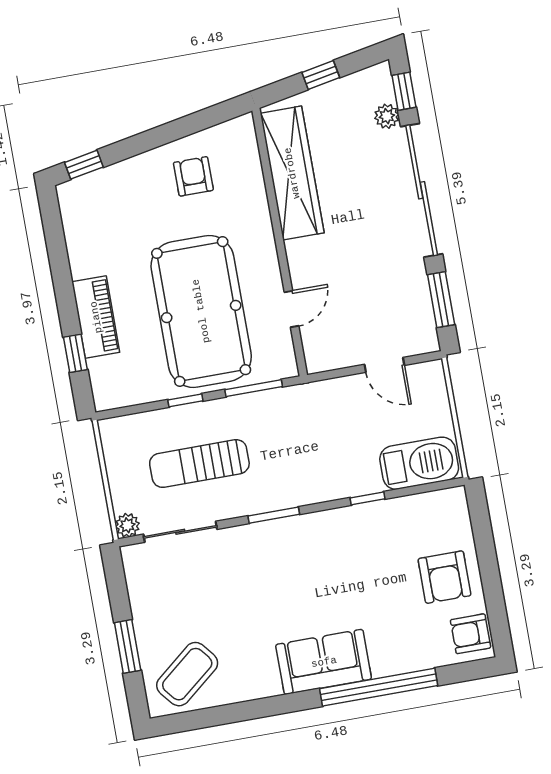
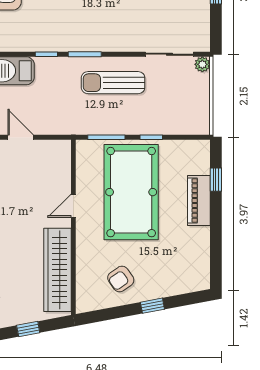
window: (84, 165) -> (152, 306), moved
armchair: (193, 176) -> (121, 279), turned 55
door: (292, 309) -> (73, 206), moved
sun lounger: (199, 464) -> (113, 83), moved, turned 180
window: (274, 515) -> (85, 54), moved

